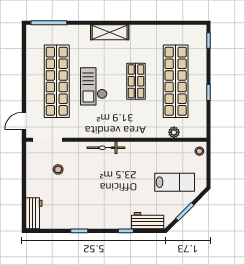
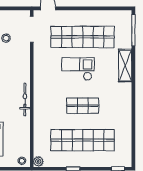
shelving: (110, 32) -> (125, 66), moved
plant: (174, 132) -> (38, 161), moved
bicycle: (106, 148) -> (25, 99), moved

